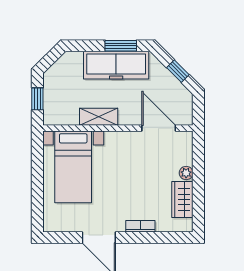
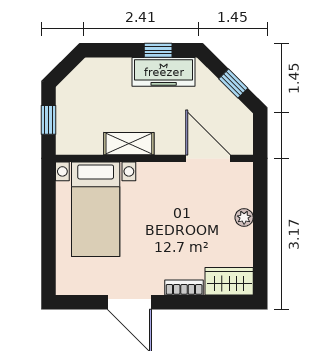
window: (121, 46) -> (158, 50), width x0.67
freezer: (116, 65) -> (164, 72), width x0.73, depth x0.79
wardrobe: (182, 199) -> (229, 281), moved, turned 90

